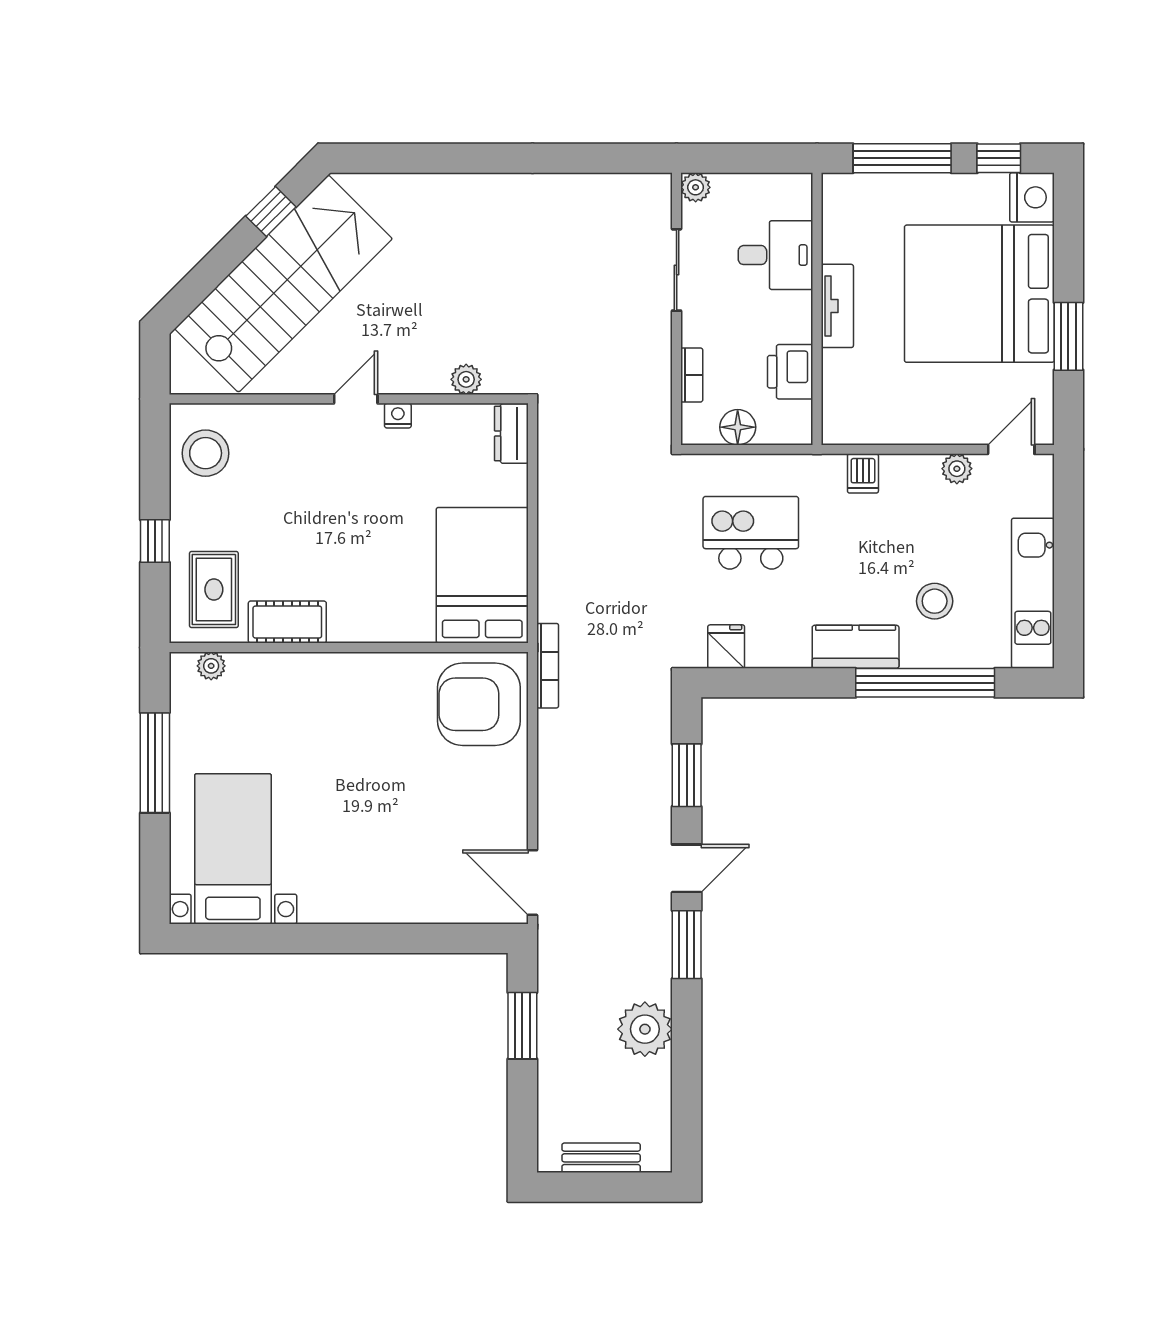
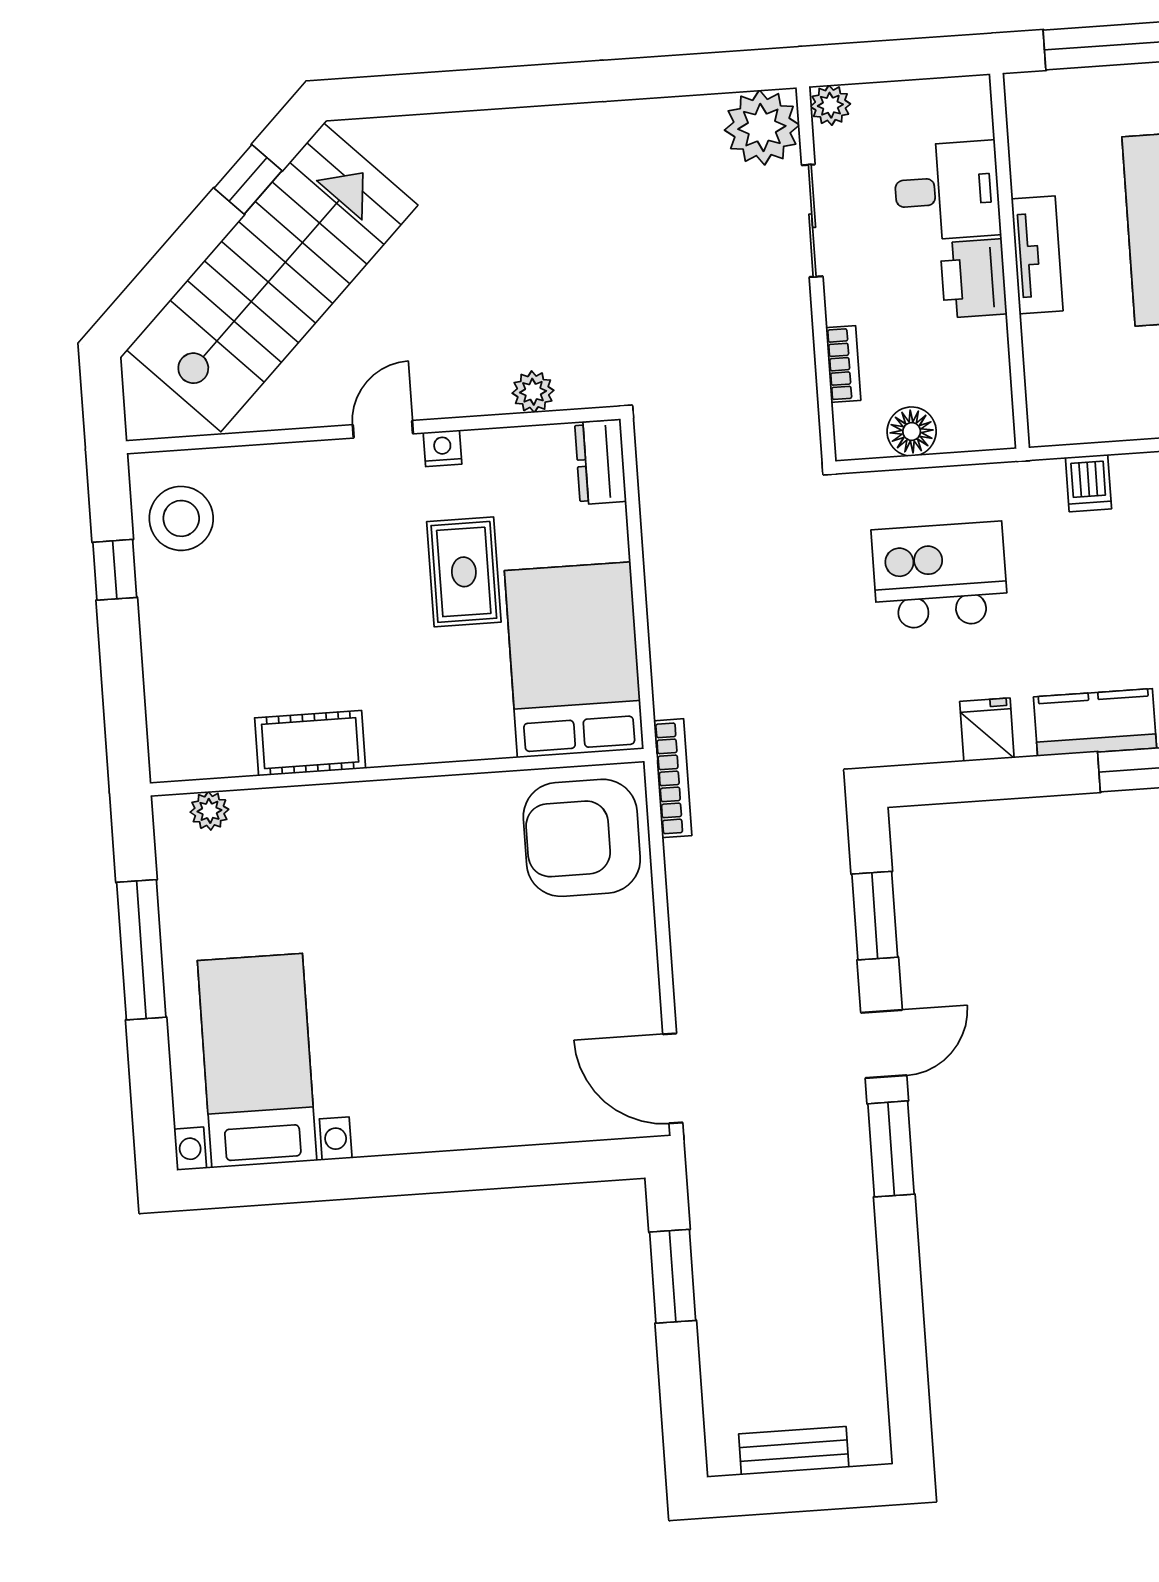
printer: (790, 372) -> (973, 278), moved
window: (155, 541) -> (115, 570), moved
rug: (214, 590) -> (464, 572), moved
fridge: (726, 647) -> (987, 730), moved
plant: (645, 1029) -> (762, 127), moved

